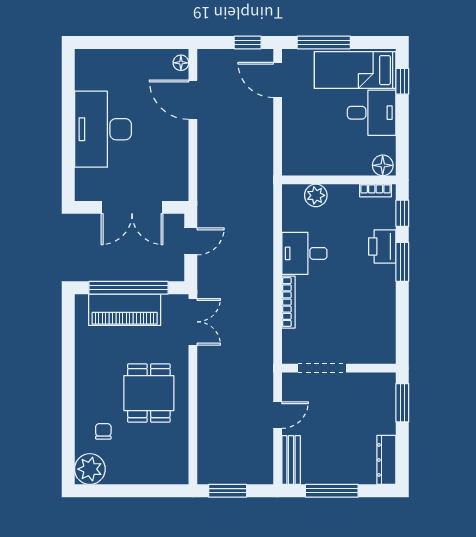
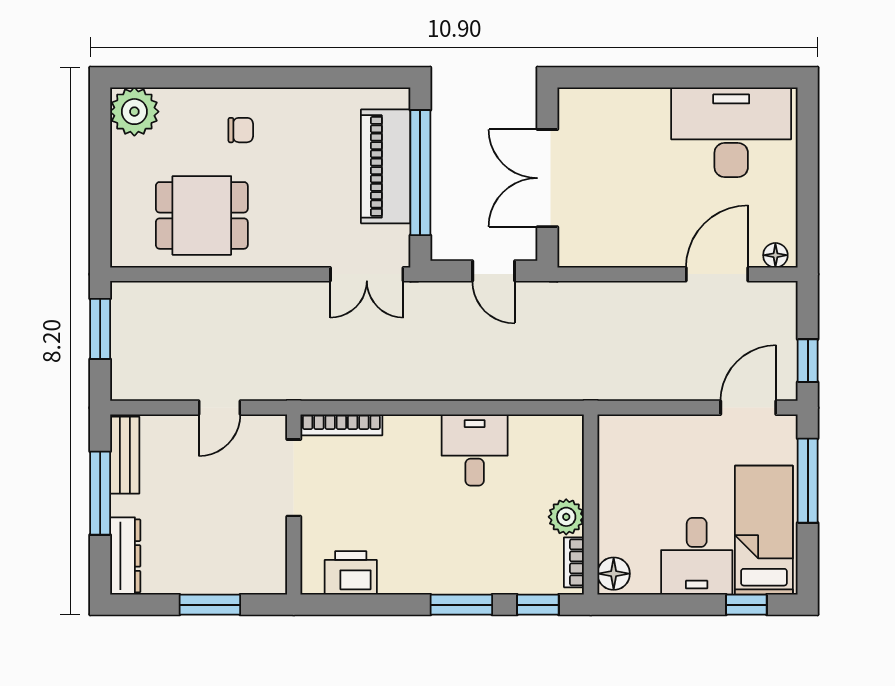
desk: (103, 129) -> (731, 132), moved
plant: (316, 195) -> (566, 517), moved
printer: (382, 246) -> (351, 573), moved
bookcase: (288, 302) -> (341, 425), moved
dining table: (149, 393) -> (202, 215), moved
window: (402, 403) -> (210, 605), moved
door: (278, 415) -> (220, 408), hinge flipped
chair: (103, 431) -> (241, 130), moved
bench: (291, 460) -> (125, 455), moved, turned 90
dresser: (386, 460) -> (125, 556), moved, turned 90

